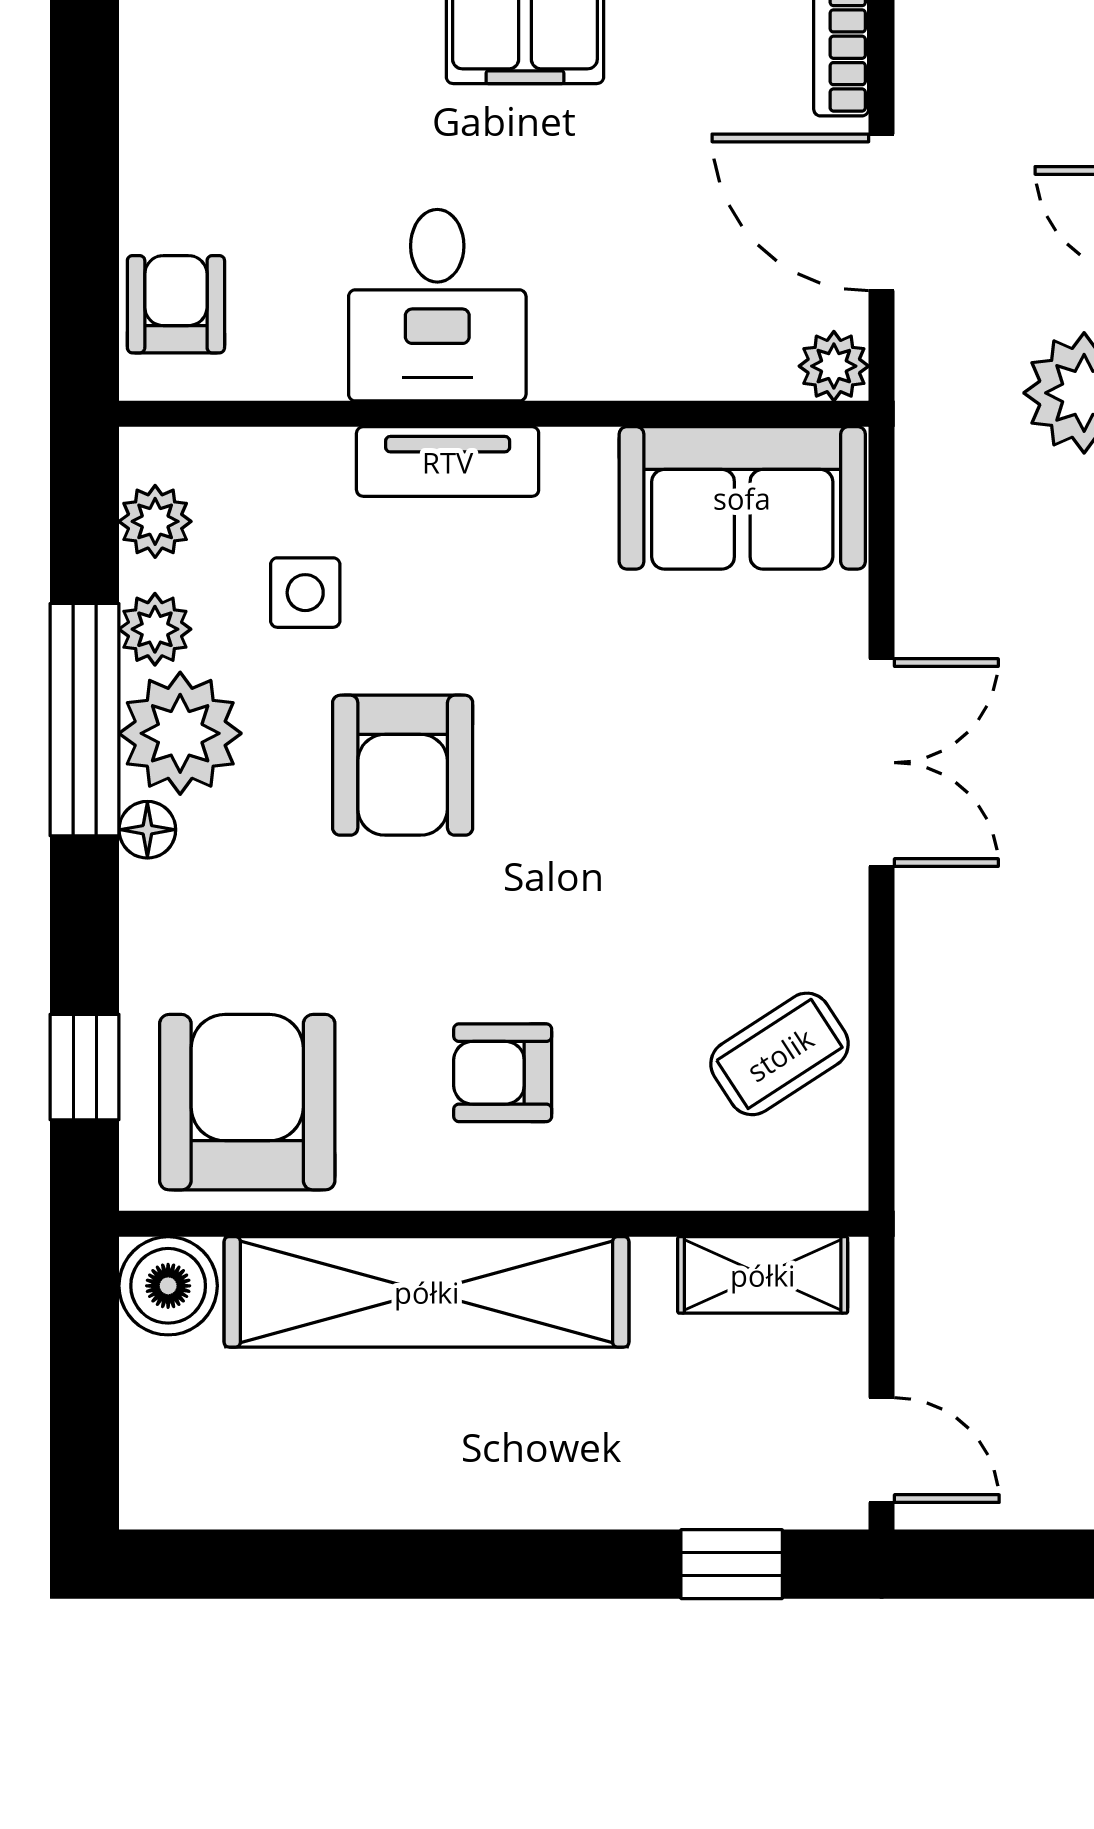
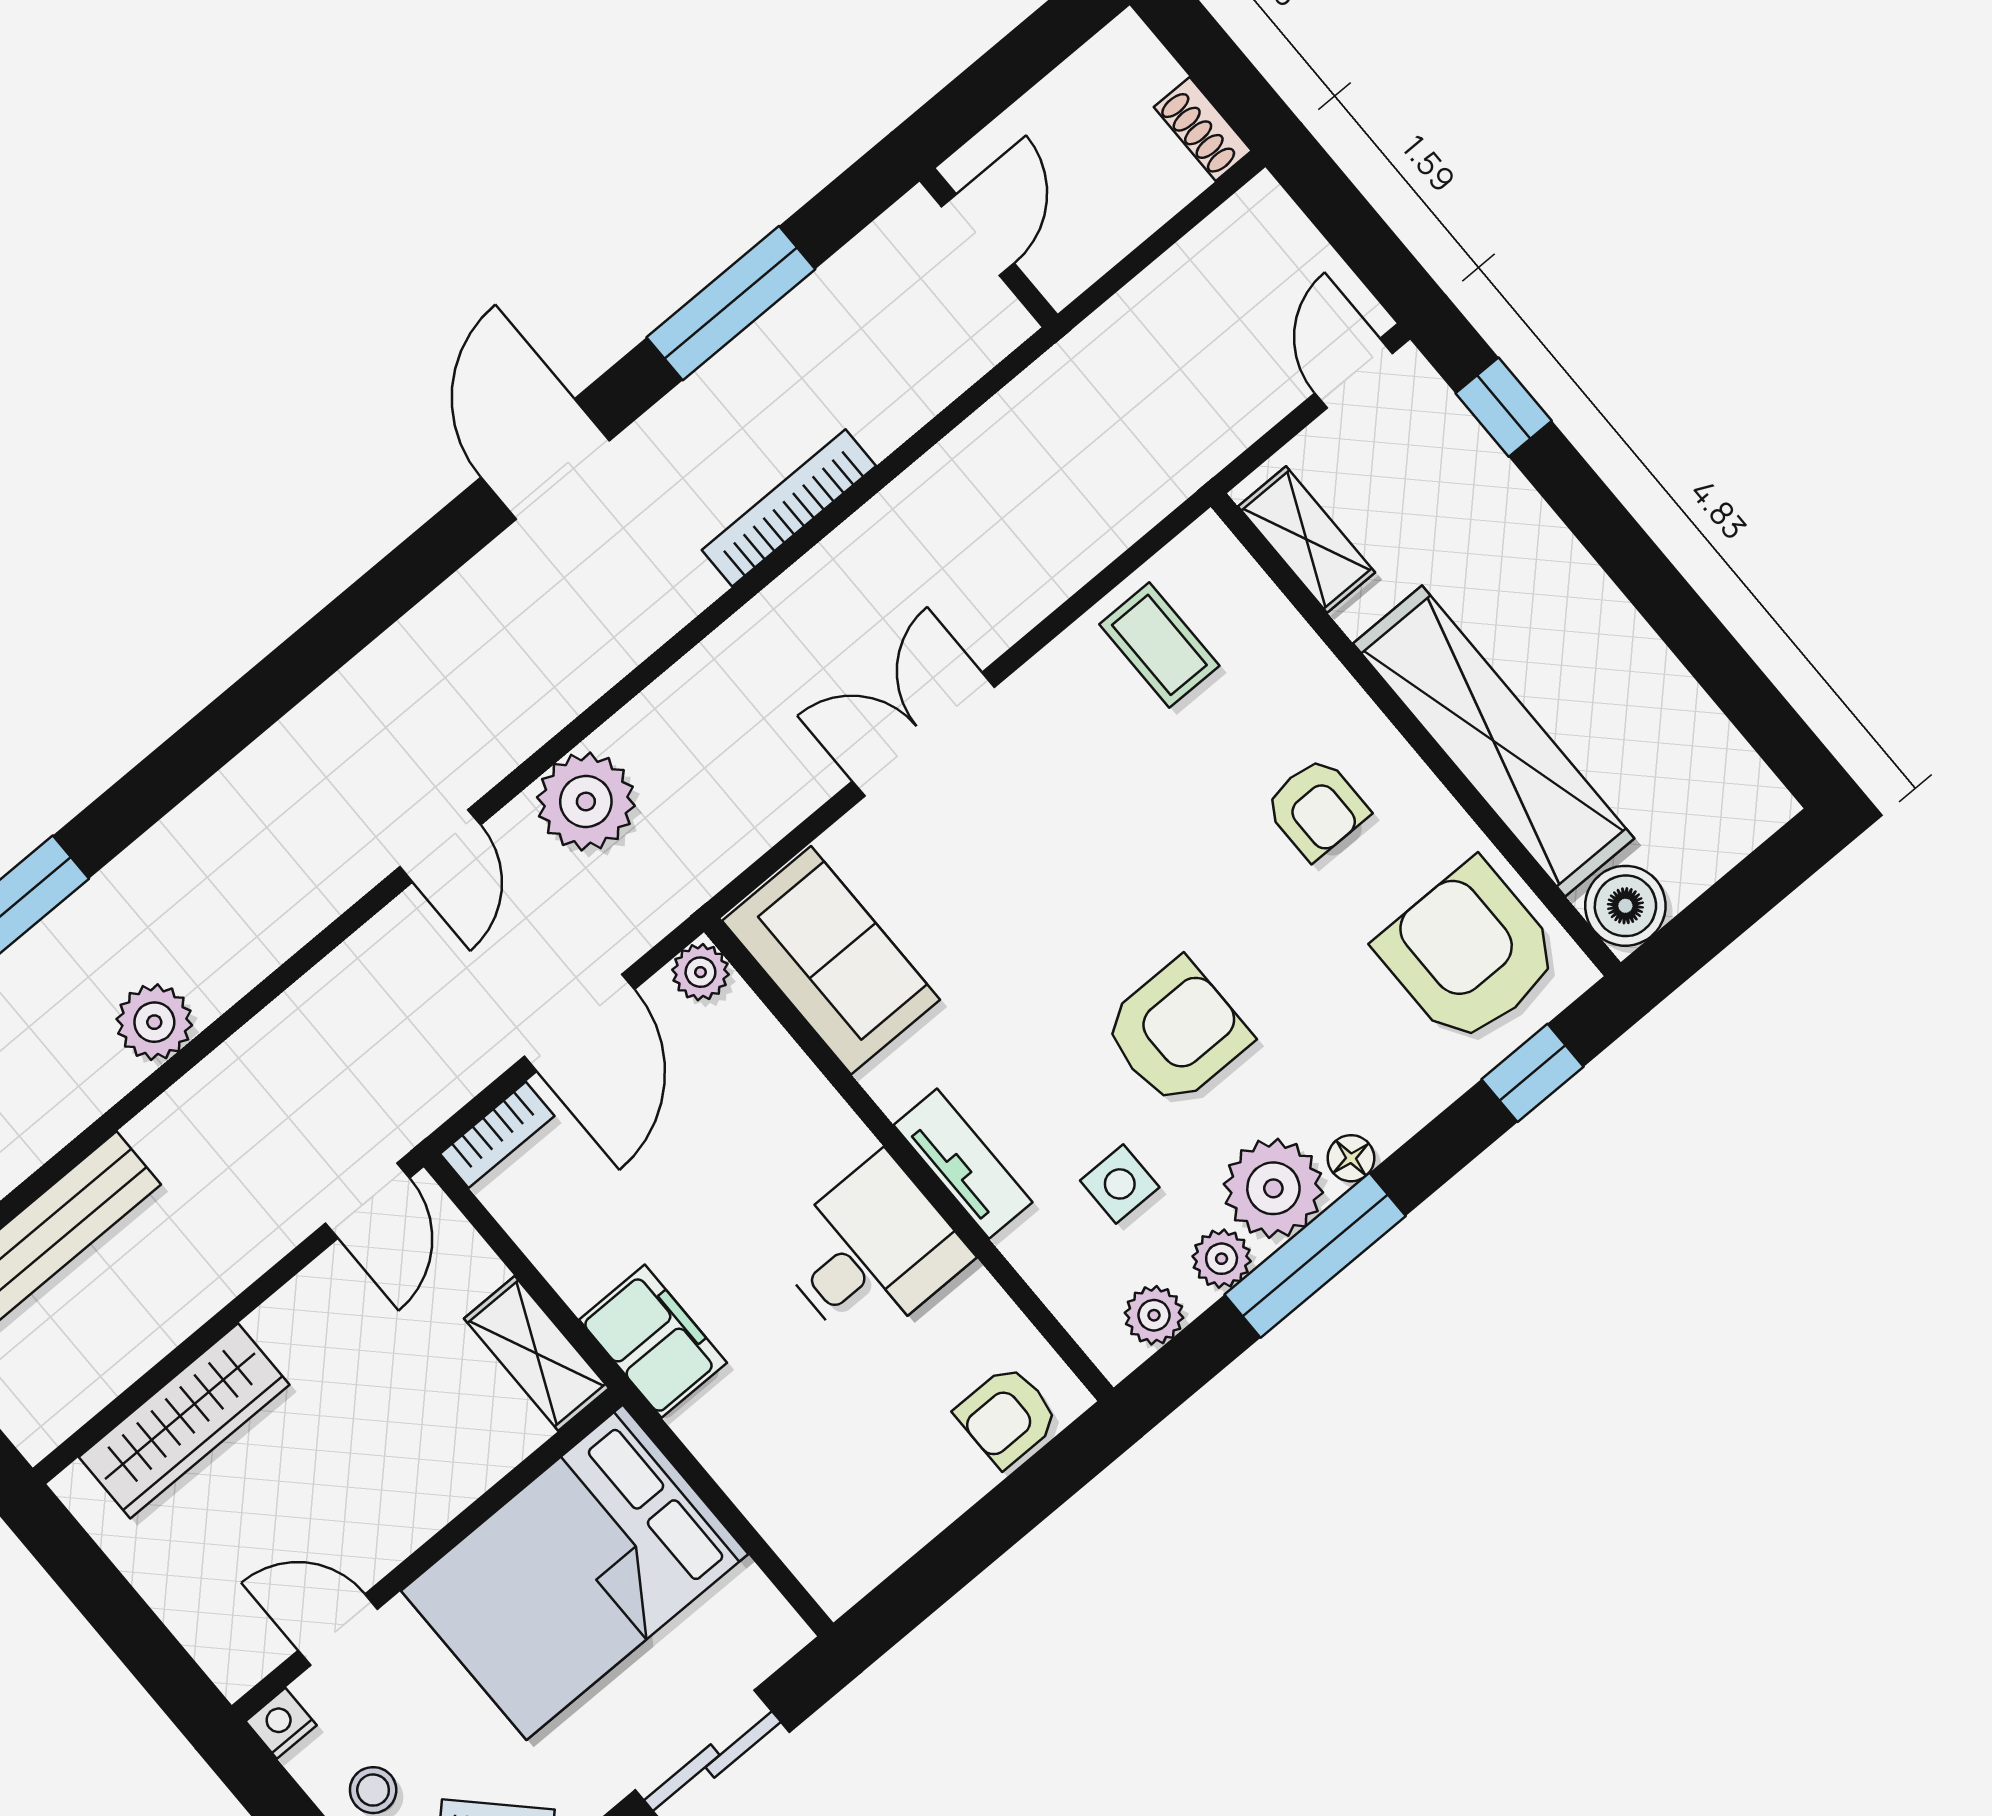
coffee table: (780, 1054) -> (1159, 645), turned 33
armchair: (247, 1102) -> (1469, 953), turned 90

